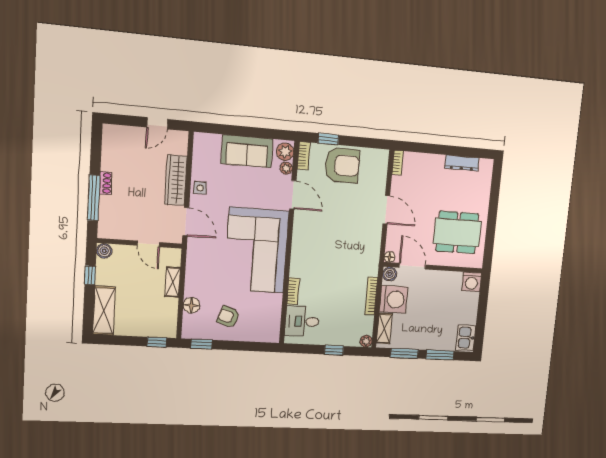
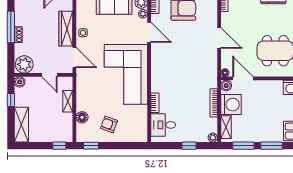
window: (94, 198) -> (11, 27), moved
plant: (112, 226) -> (24, 64), added

